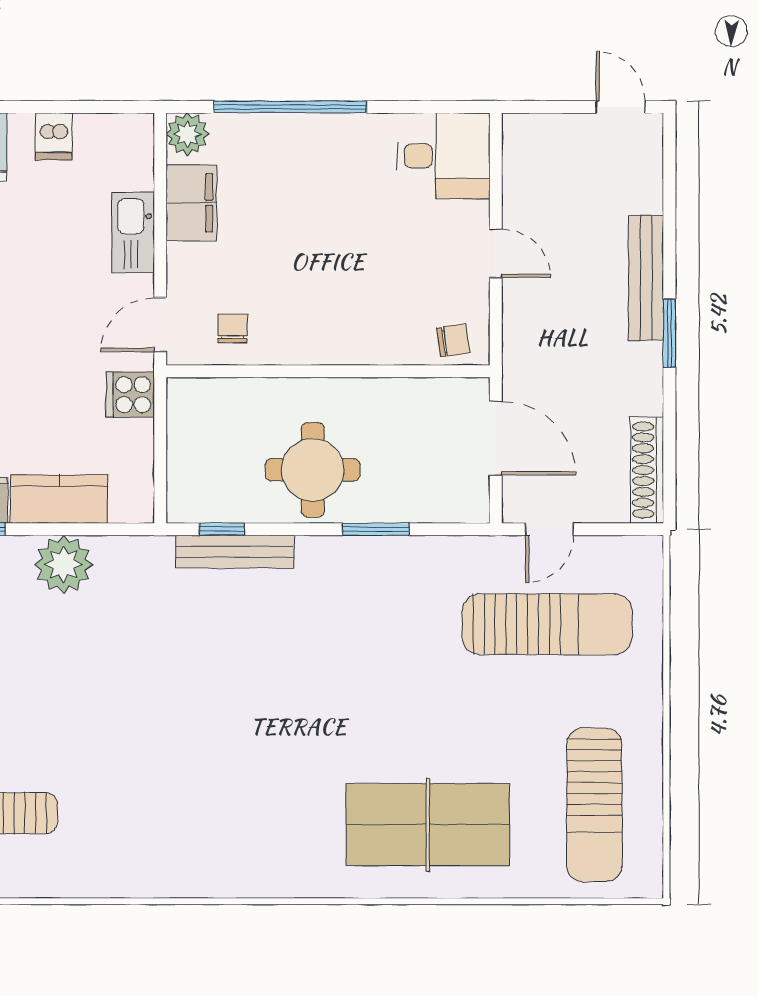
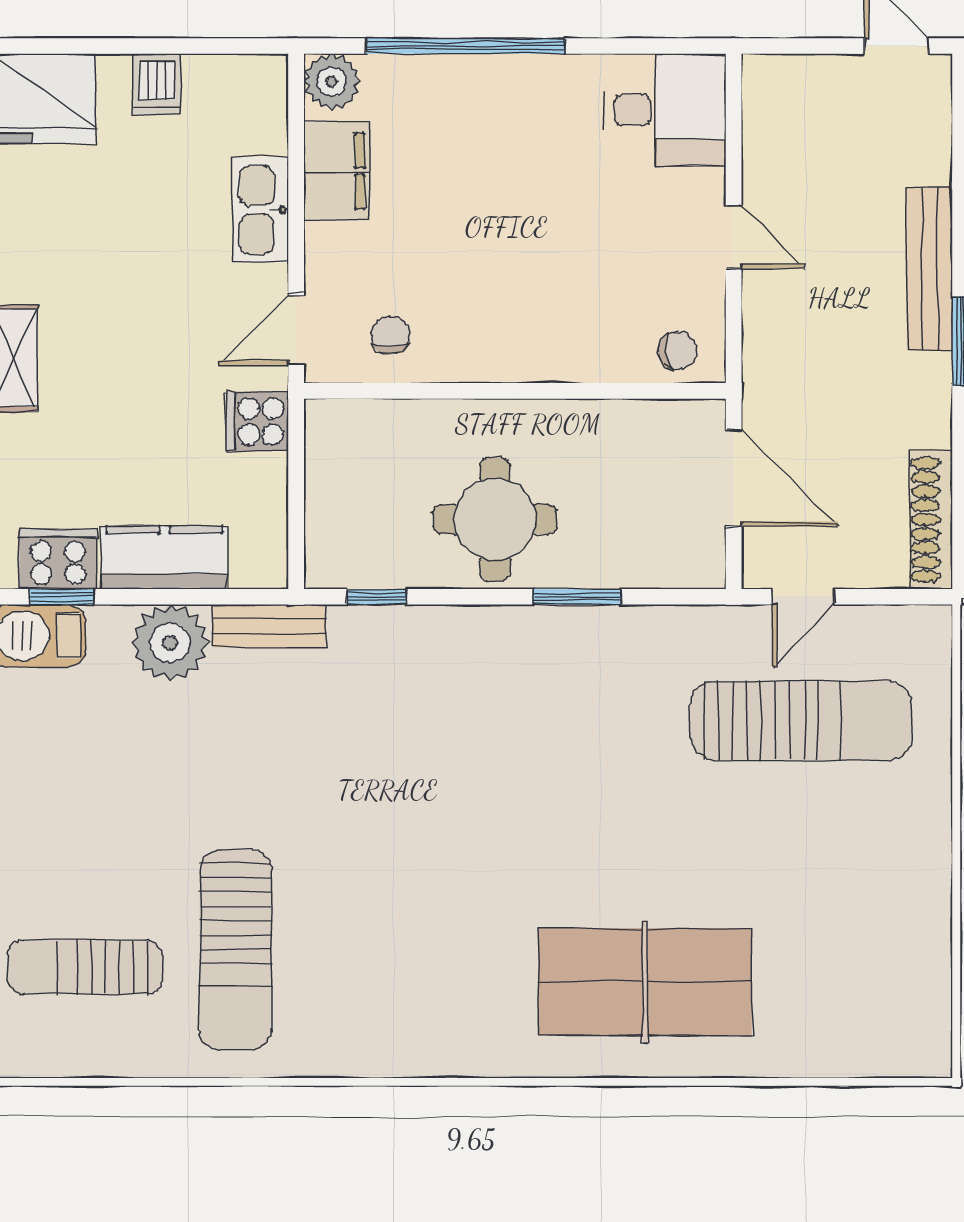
bench: (235, 552) -> (269, 626), moved, width x0.73
sun lounger: (594, 805) -> (236, 950), moved

